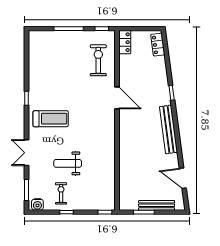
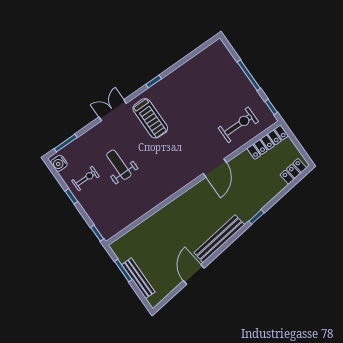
locker: (125, 42) -> (268, 142), width x1.53
double door: (26, 153) -> (113, 110), moved
door: (183, 178) -> (194, 274), moved

